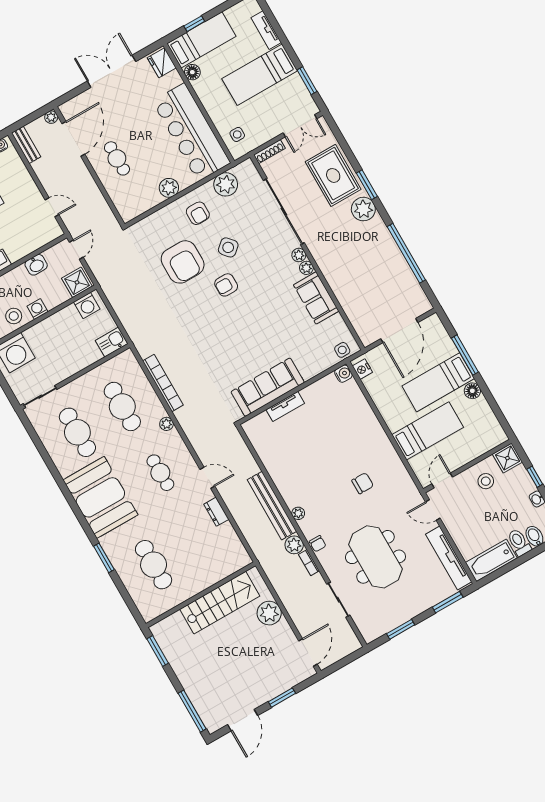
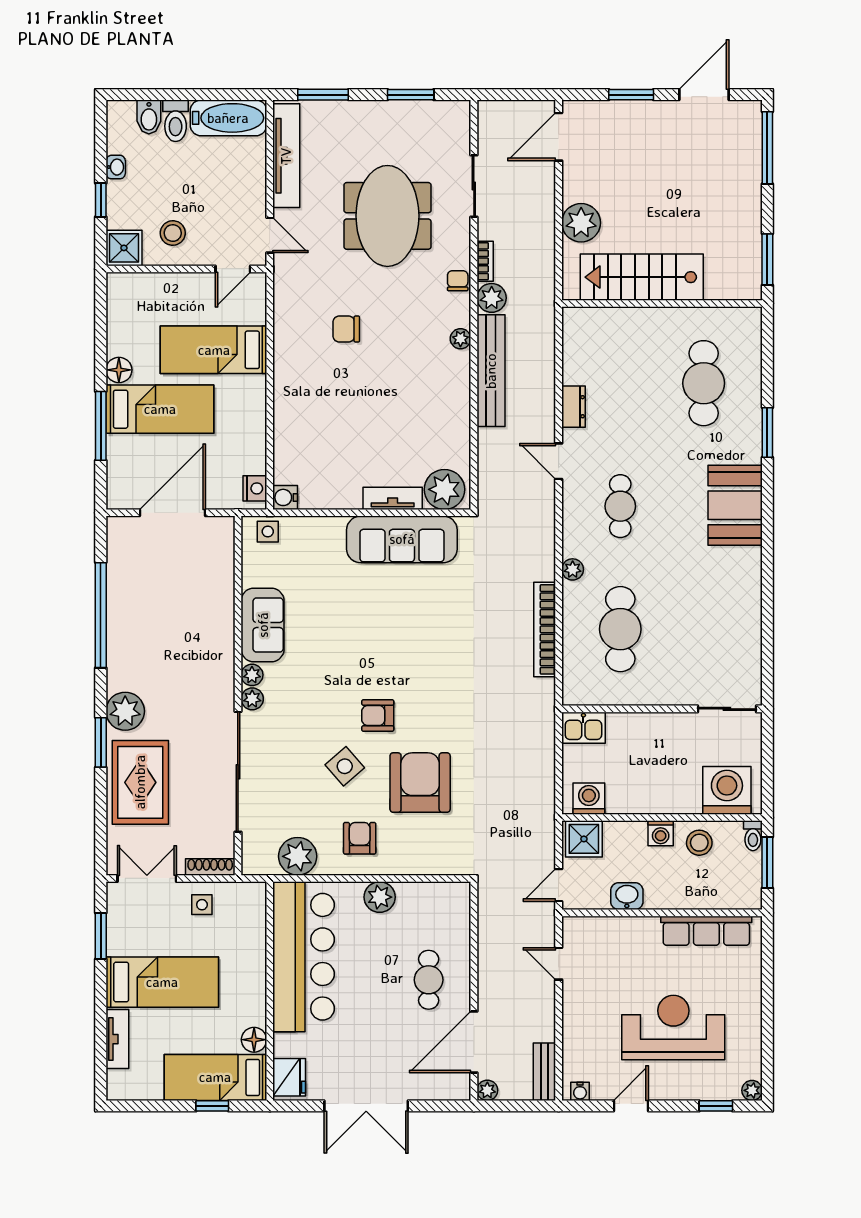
side table: (237, 134) -> (202, 905), moved
armchair: (226, 285) -> (378, 715), turned 180
plant: (260, 427) -> (444, 489), added
cafe table: (77, 432) -> (704, 629), removed
booth: (100, 497) -> (735, 505), width x0.73, depth x0.70

